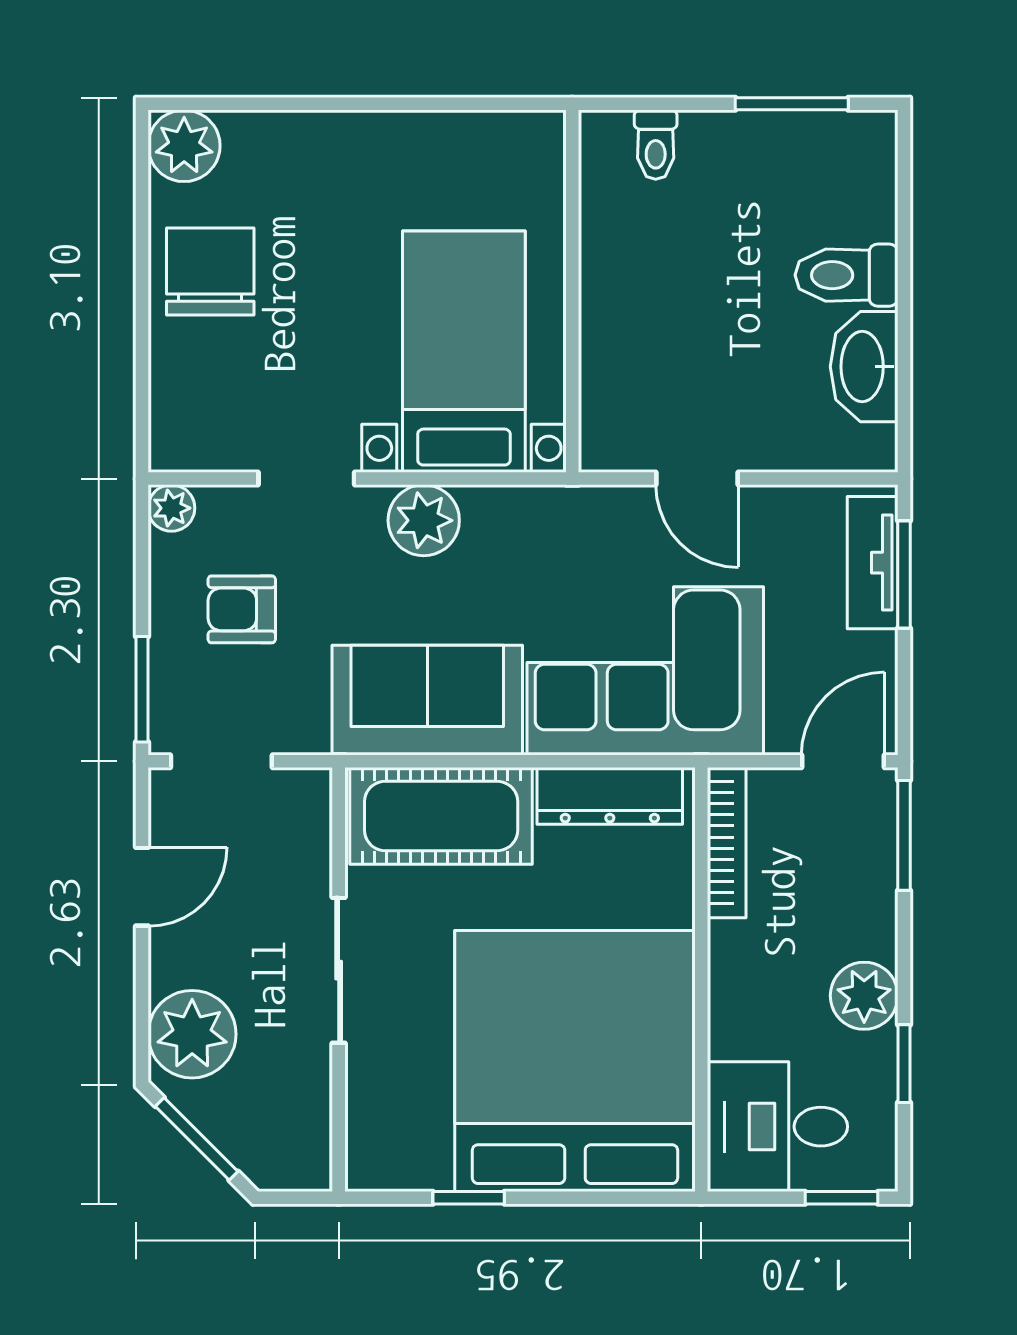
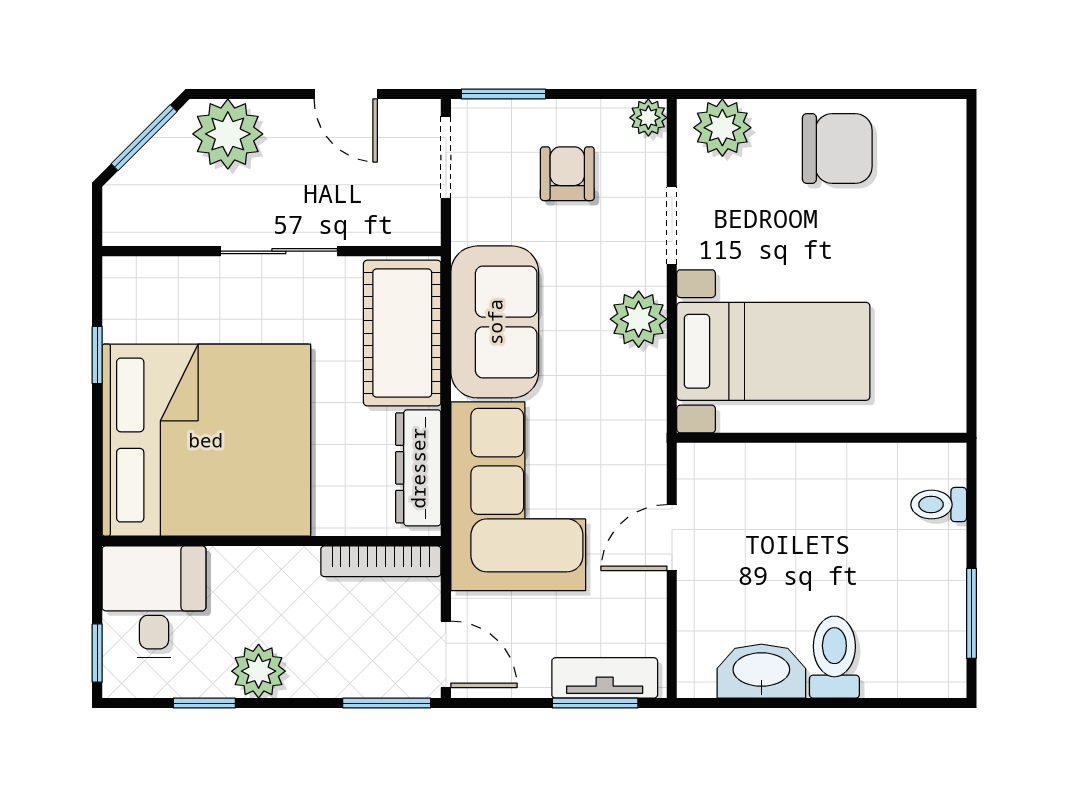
plant: (184, 146) -> (722, 128), moved

